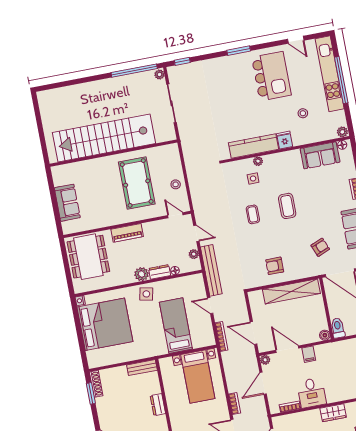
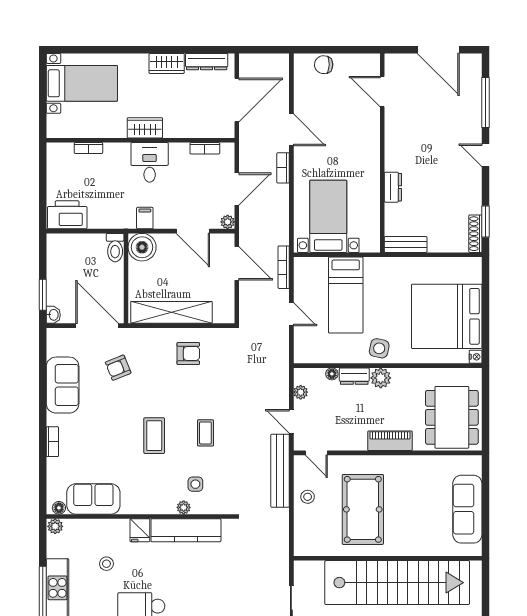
sofa: (67, 203) -> (467, 509), width x1.36
bench: (211, 270) -> (280, 471), moved
boiler: (325, 335) -> (142, 247), width x1.86, depth x1.86
filing cabinet: (309, 354) -> (145, 218), moved
desk: (312, 393) -> (150, 162), moved

